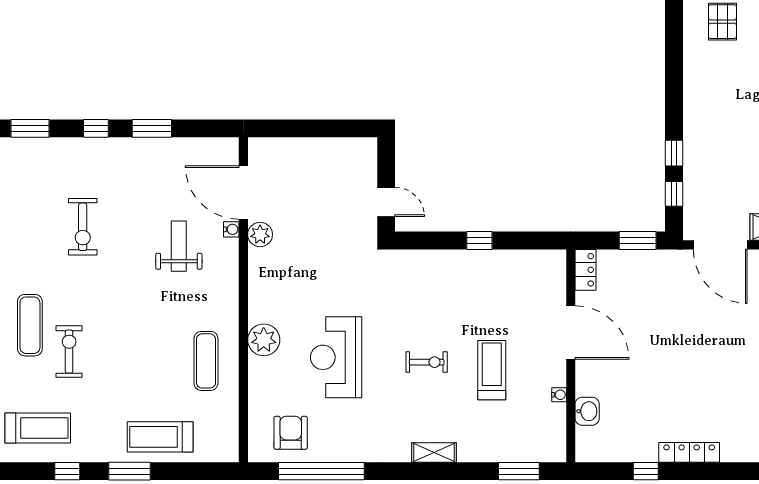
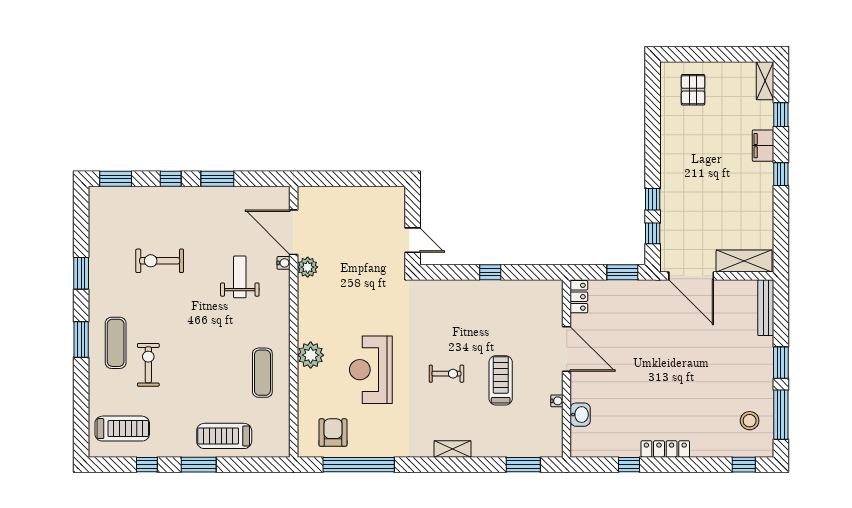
exercise bike: (83, 227) -> (160, 261), turned 90

